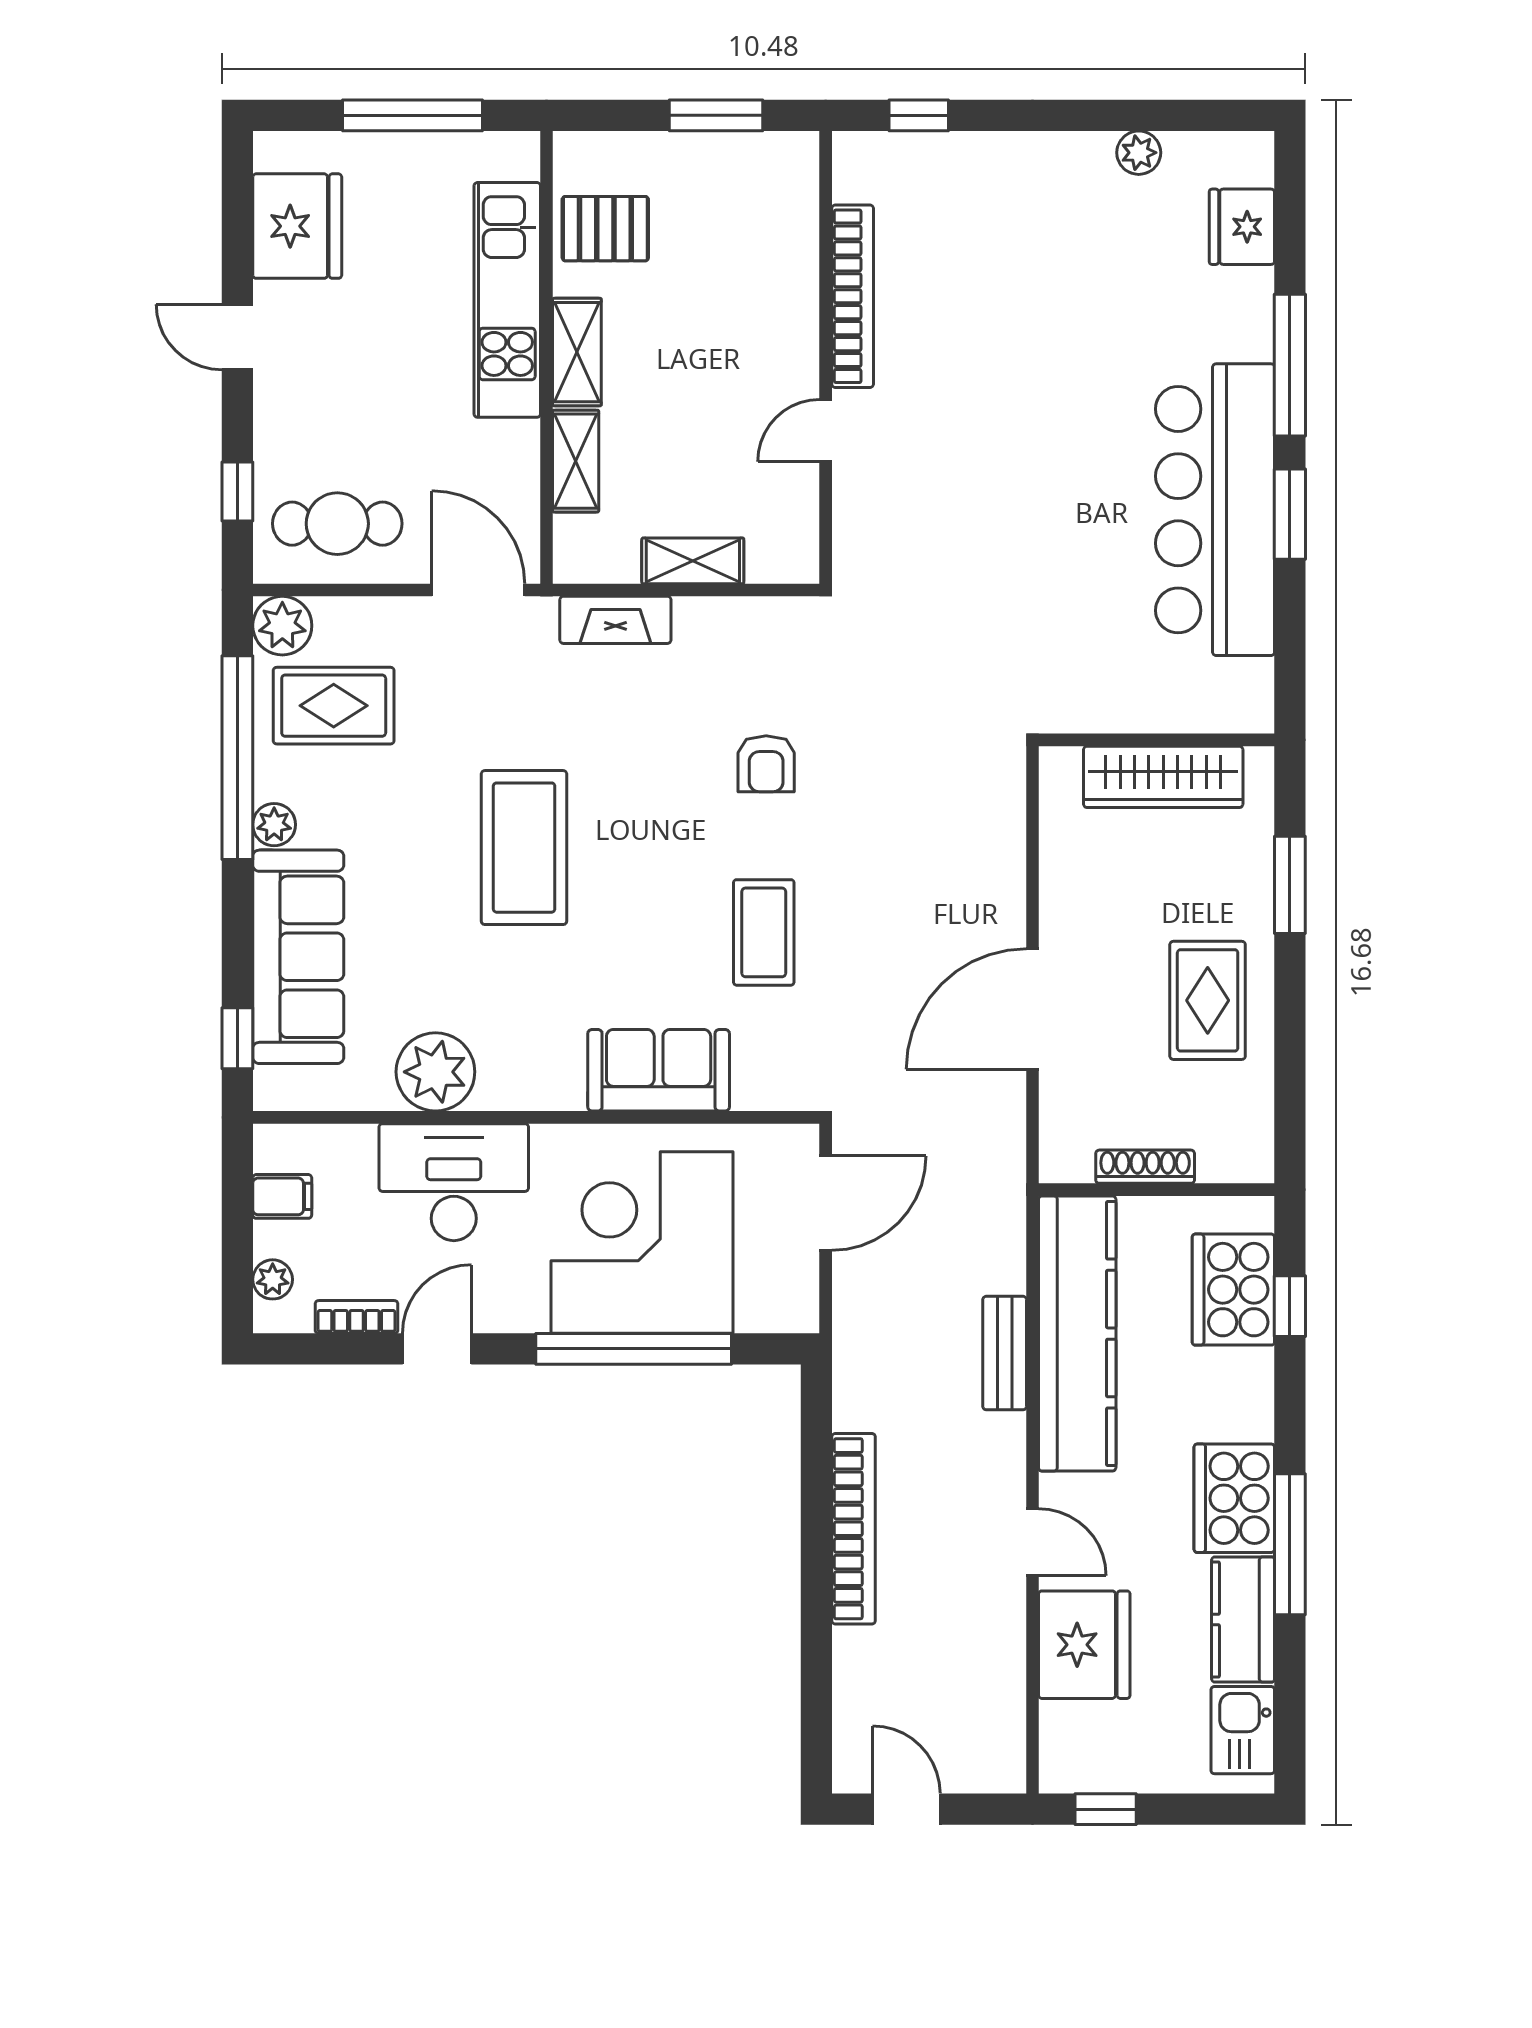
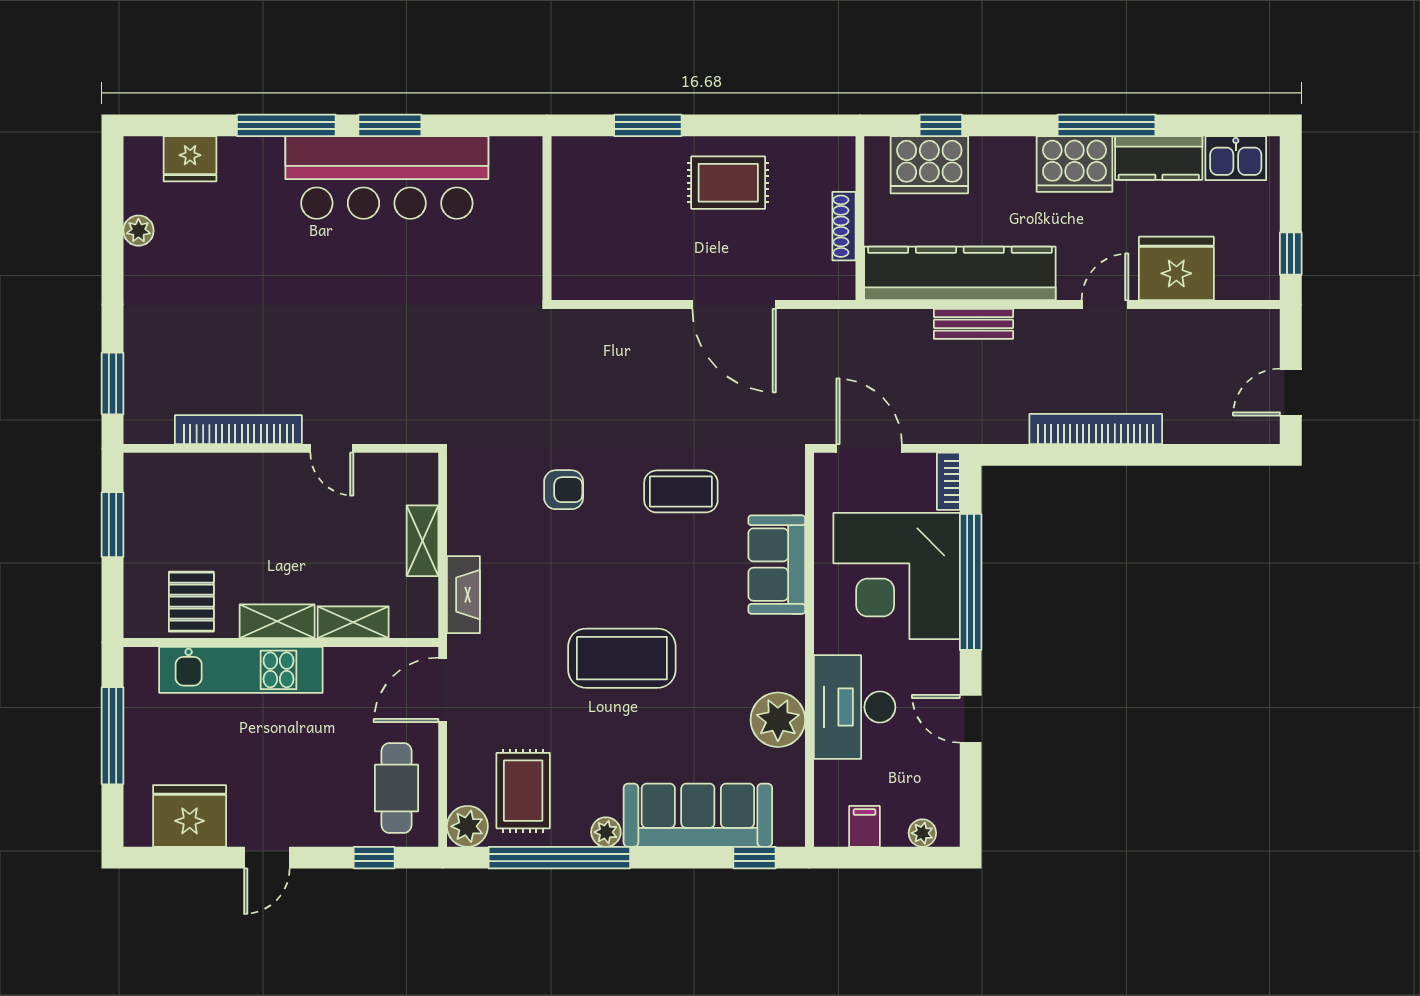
window: (919, 115) -> (113, 384), width x1.50
wardrobe: (1163, 777) -> (573, 214), removed
bookcase: (357, 1317) -> (948, 481), moved

